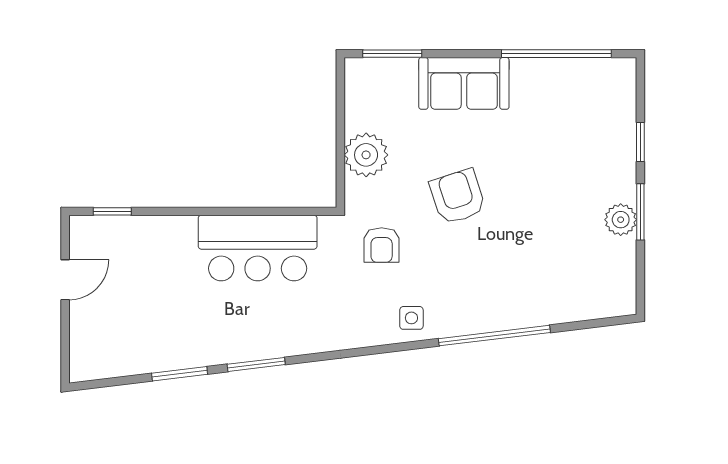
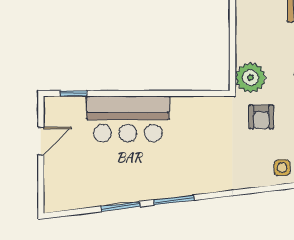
plant: (366, 155) -> (250, 78), moved
bar counter: (258, 248) -> (128, 119), moved

